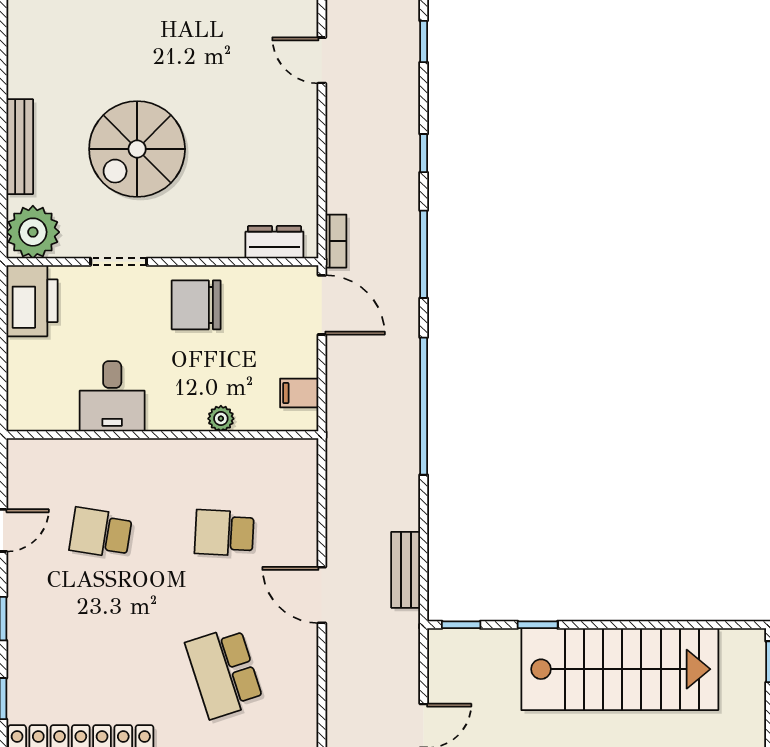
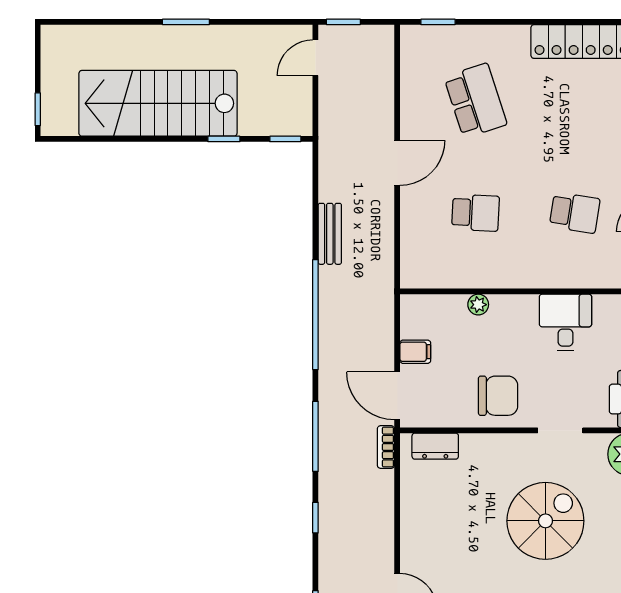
filing cabinet: (299, 393) -> (415, 352), moved
bench: (406, 570) -> (330, 234), moved
door: (322, 595) -> (397, 163), hinge flipped

